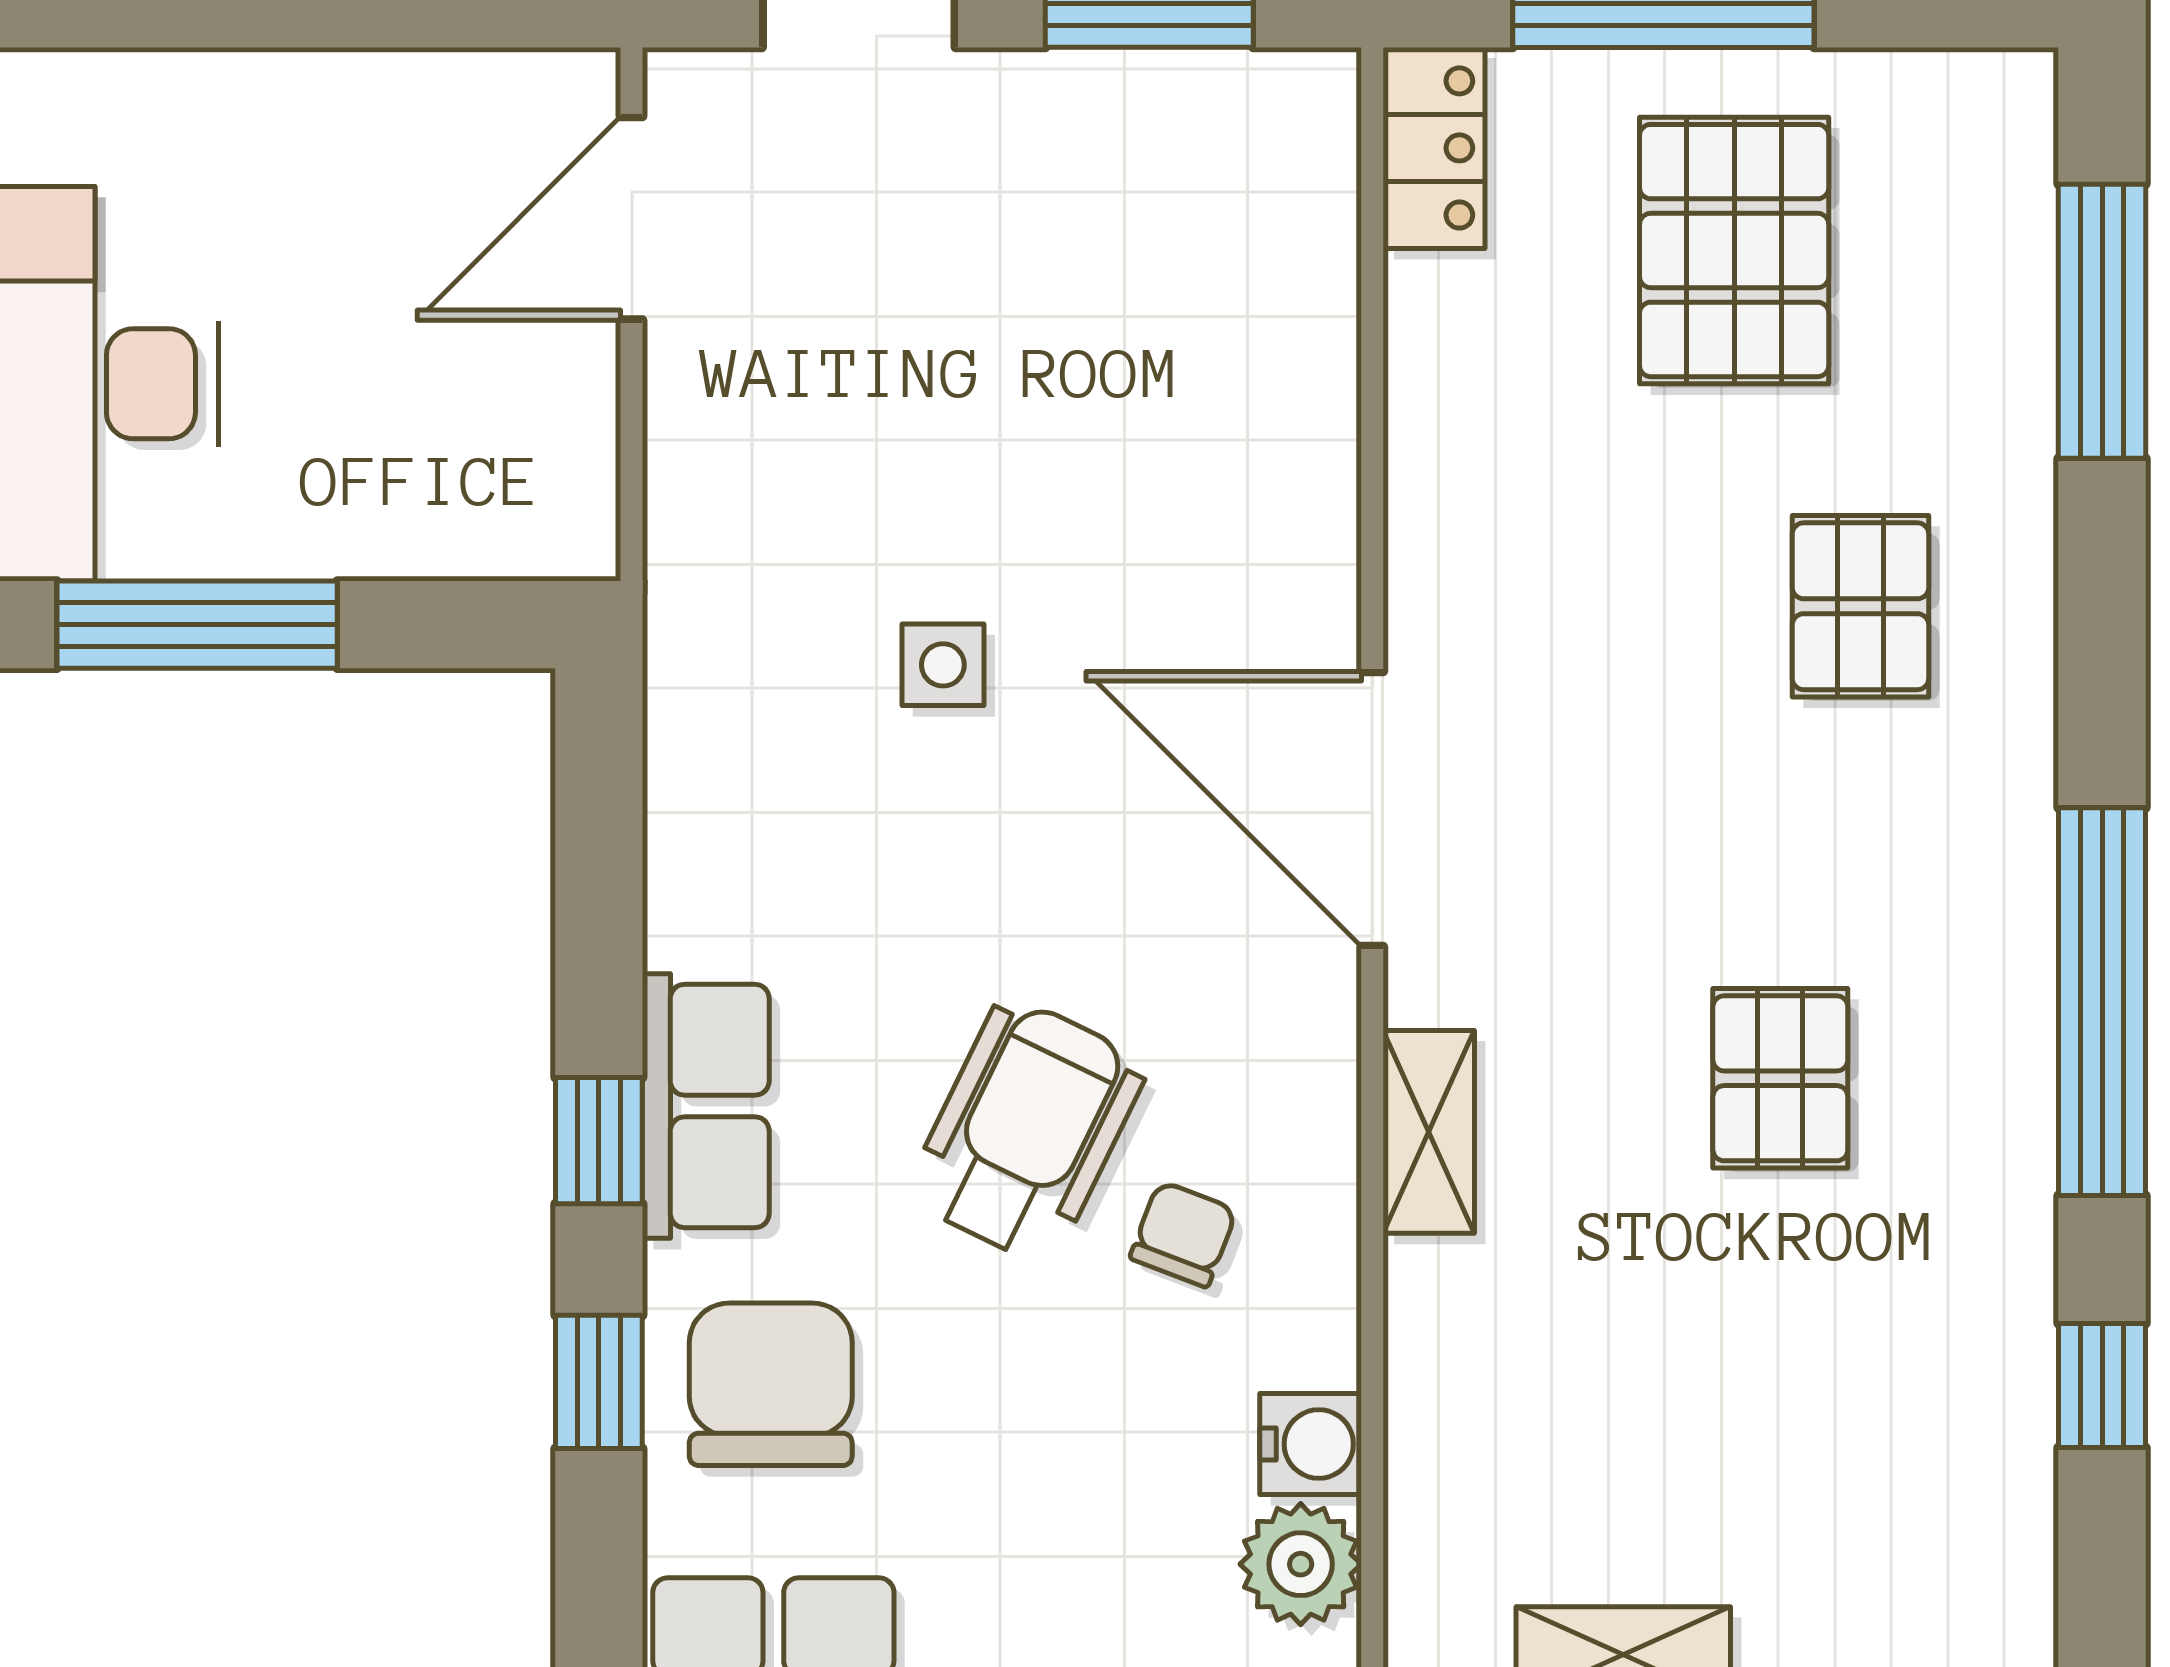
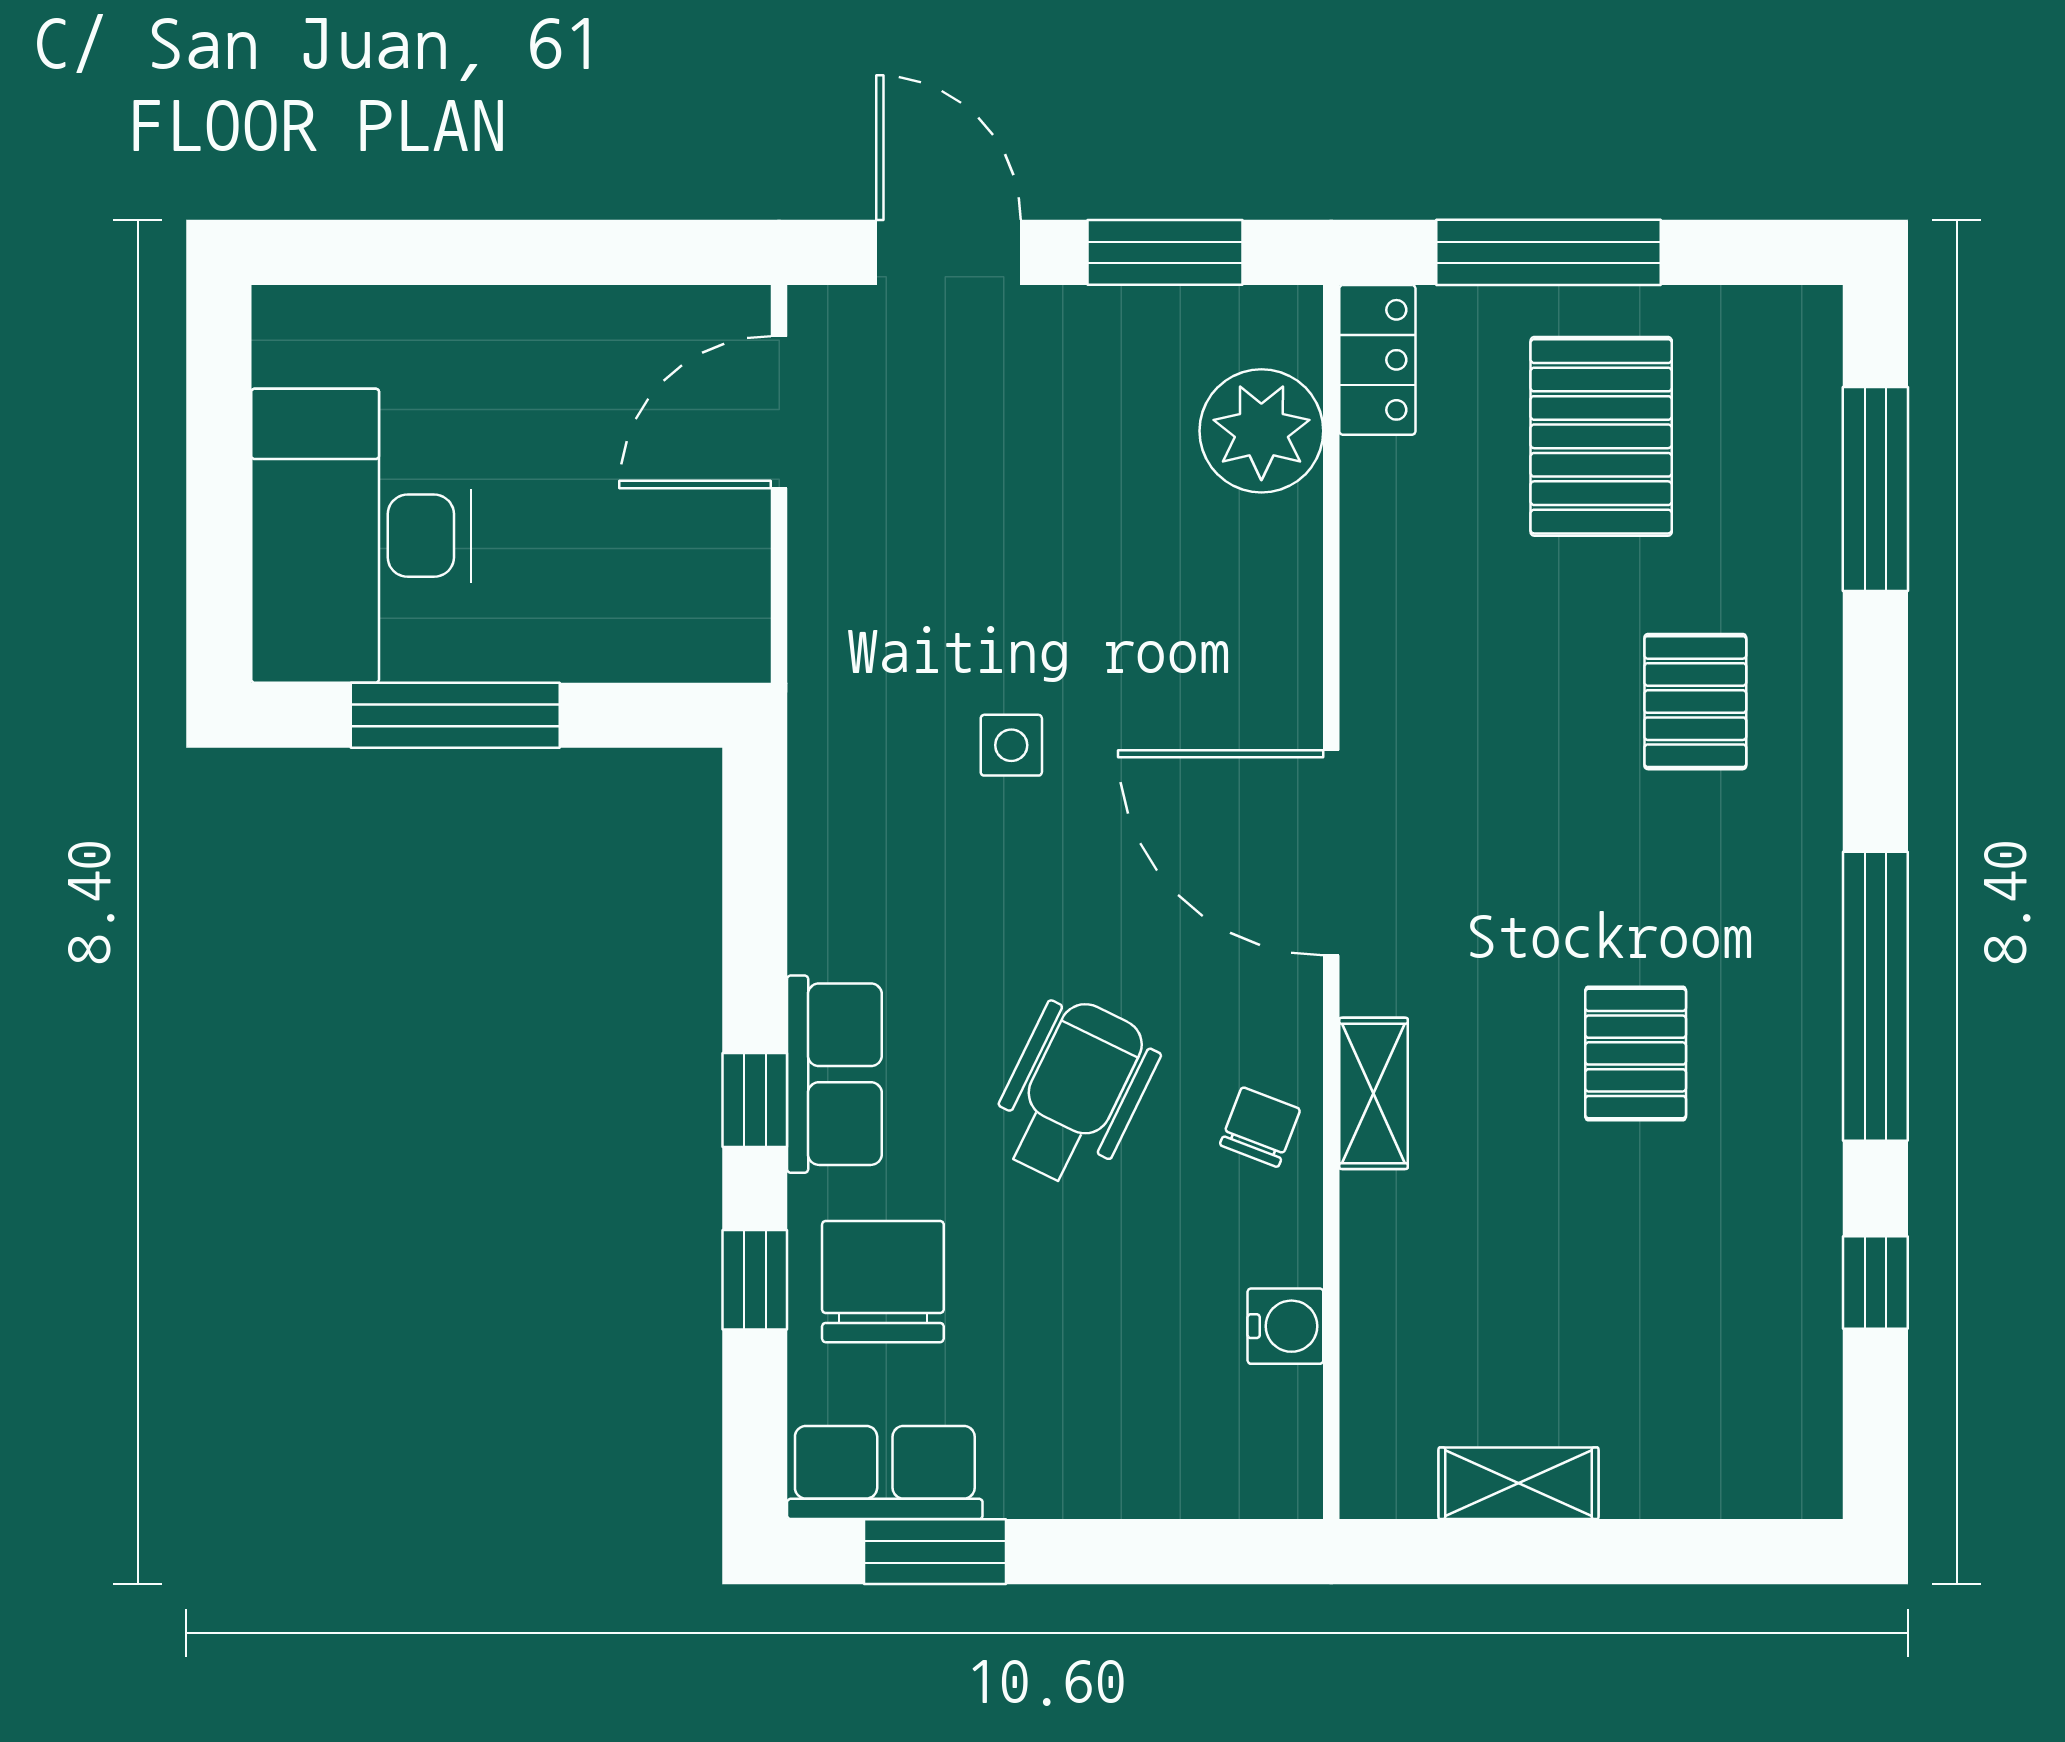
chair: (1183, 1234) -> (1260, 1127), moved
plant: (1301, 1564) -> (1261, 431), moved, width x1.36, depth x1.36

